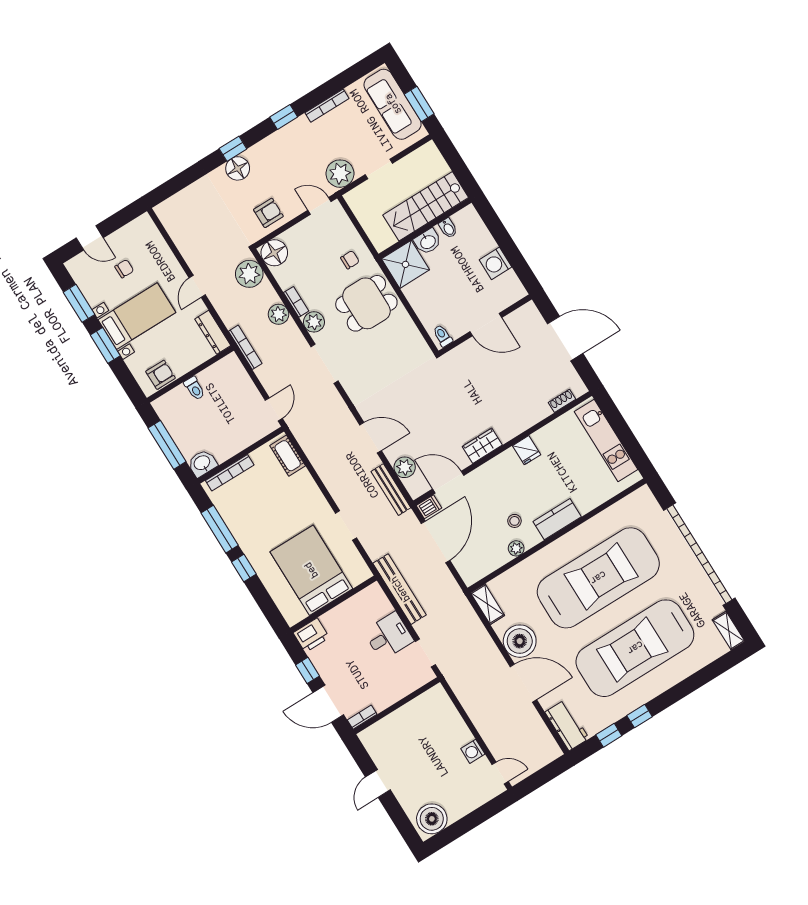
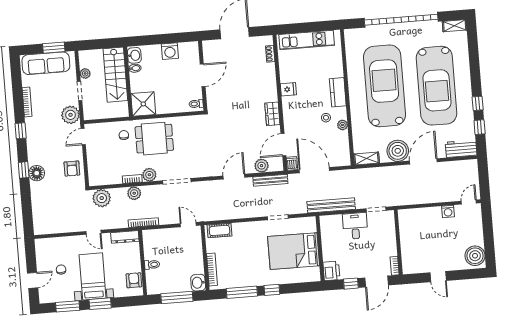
plant: (406, 164) -> (85, 73), added
armchair: (268, 213) -> (72, 169), turned 180
washbasin: (428, 242) -> (134, 55), moved
floor lamp: (274, 253) -> (97, 177), removed
dining table: (366, 303) -> (154, 139), turned 90

